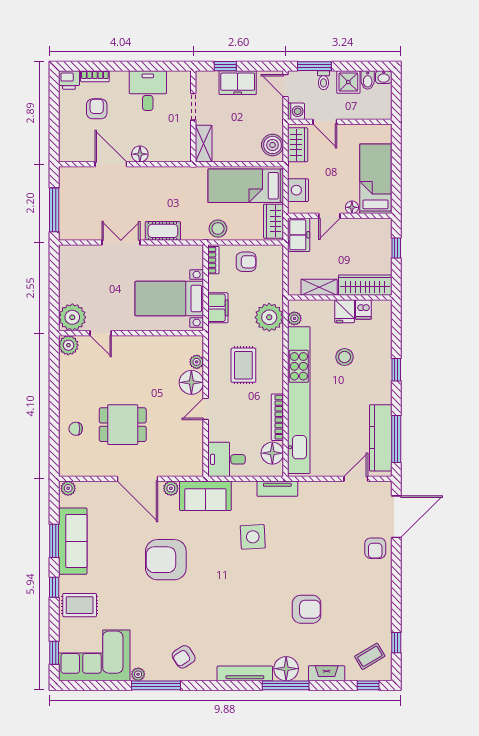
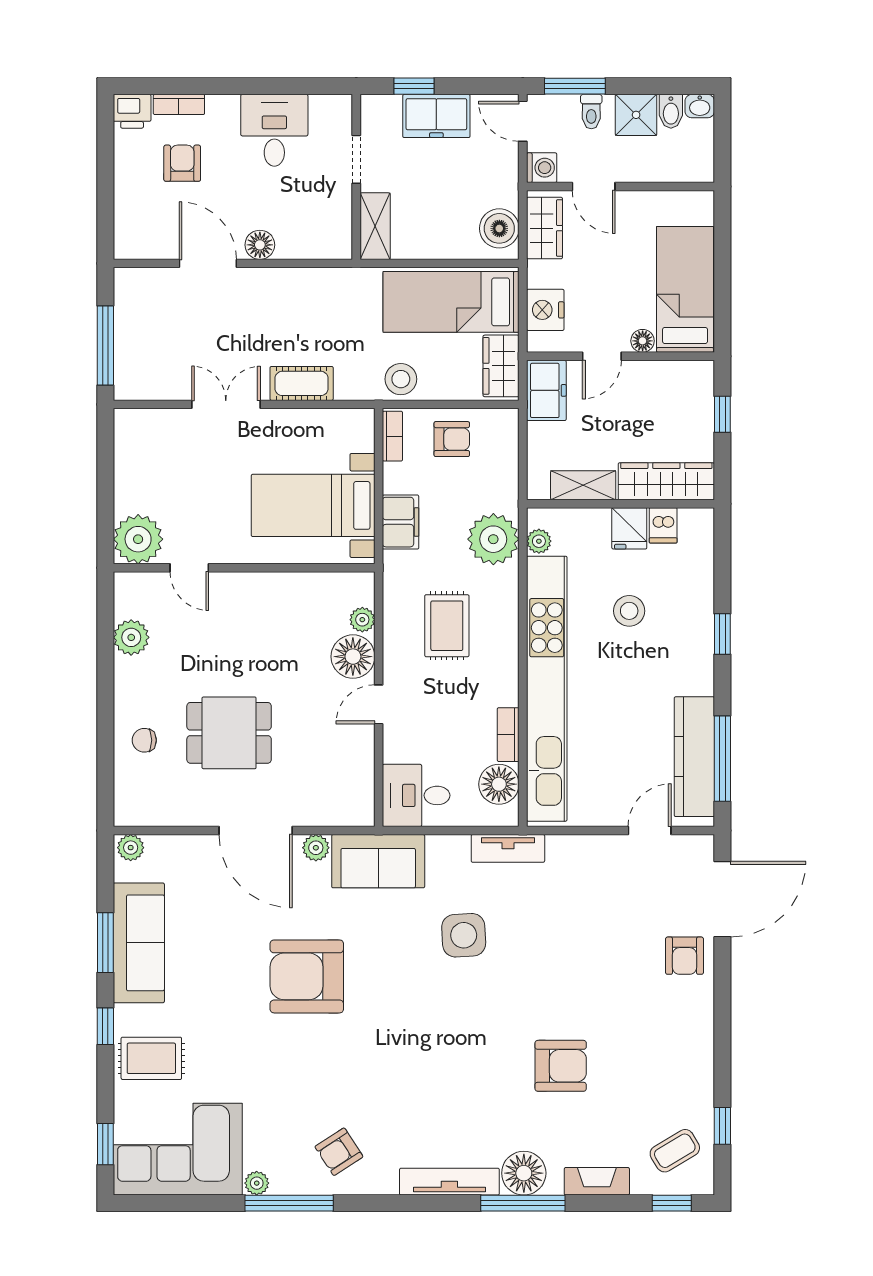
plant: (68, 345) -> (131, 637), moved
bookcase: (277, 417) -> (508, 735), width x0.64

